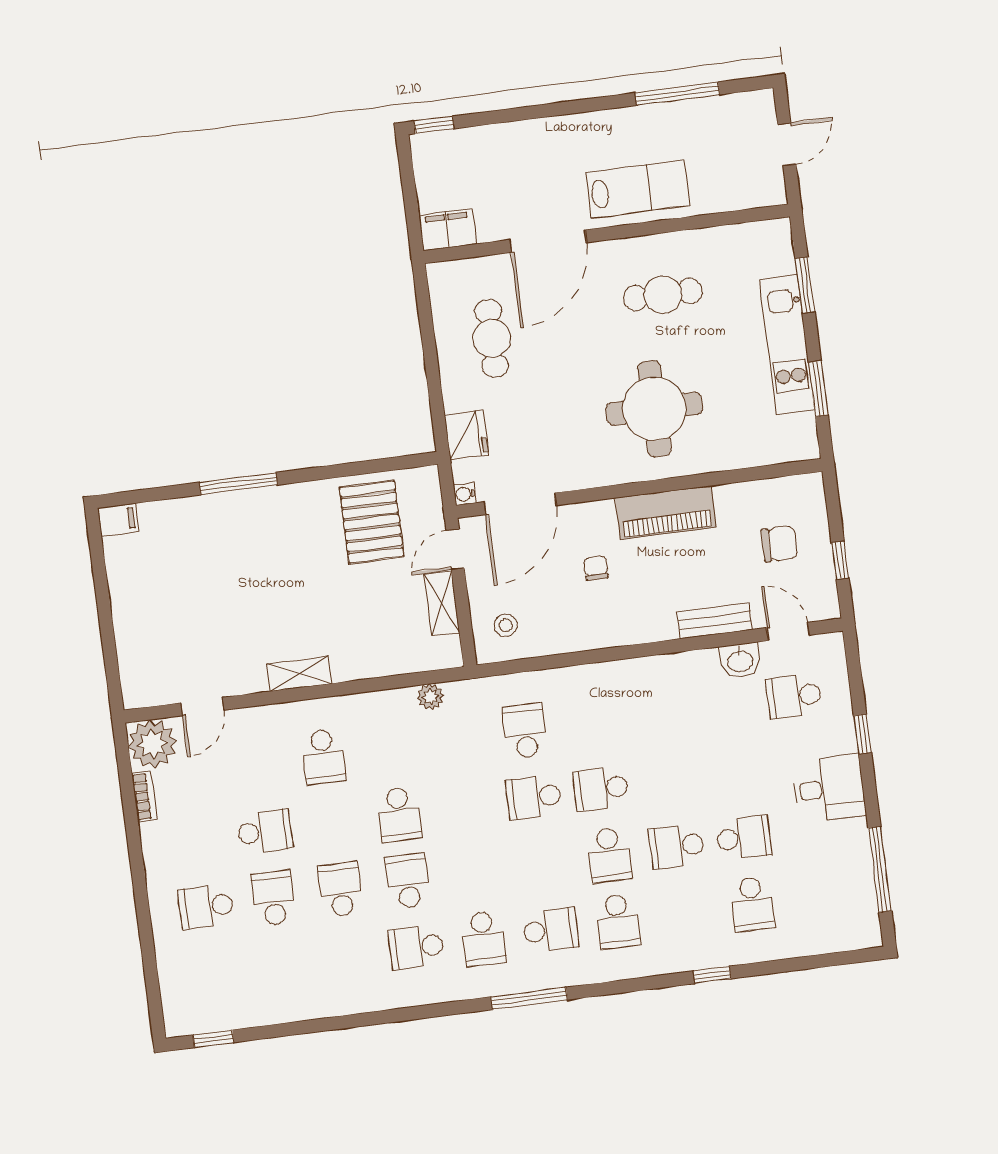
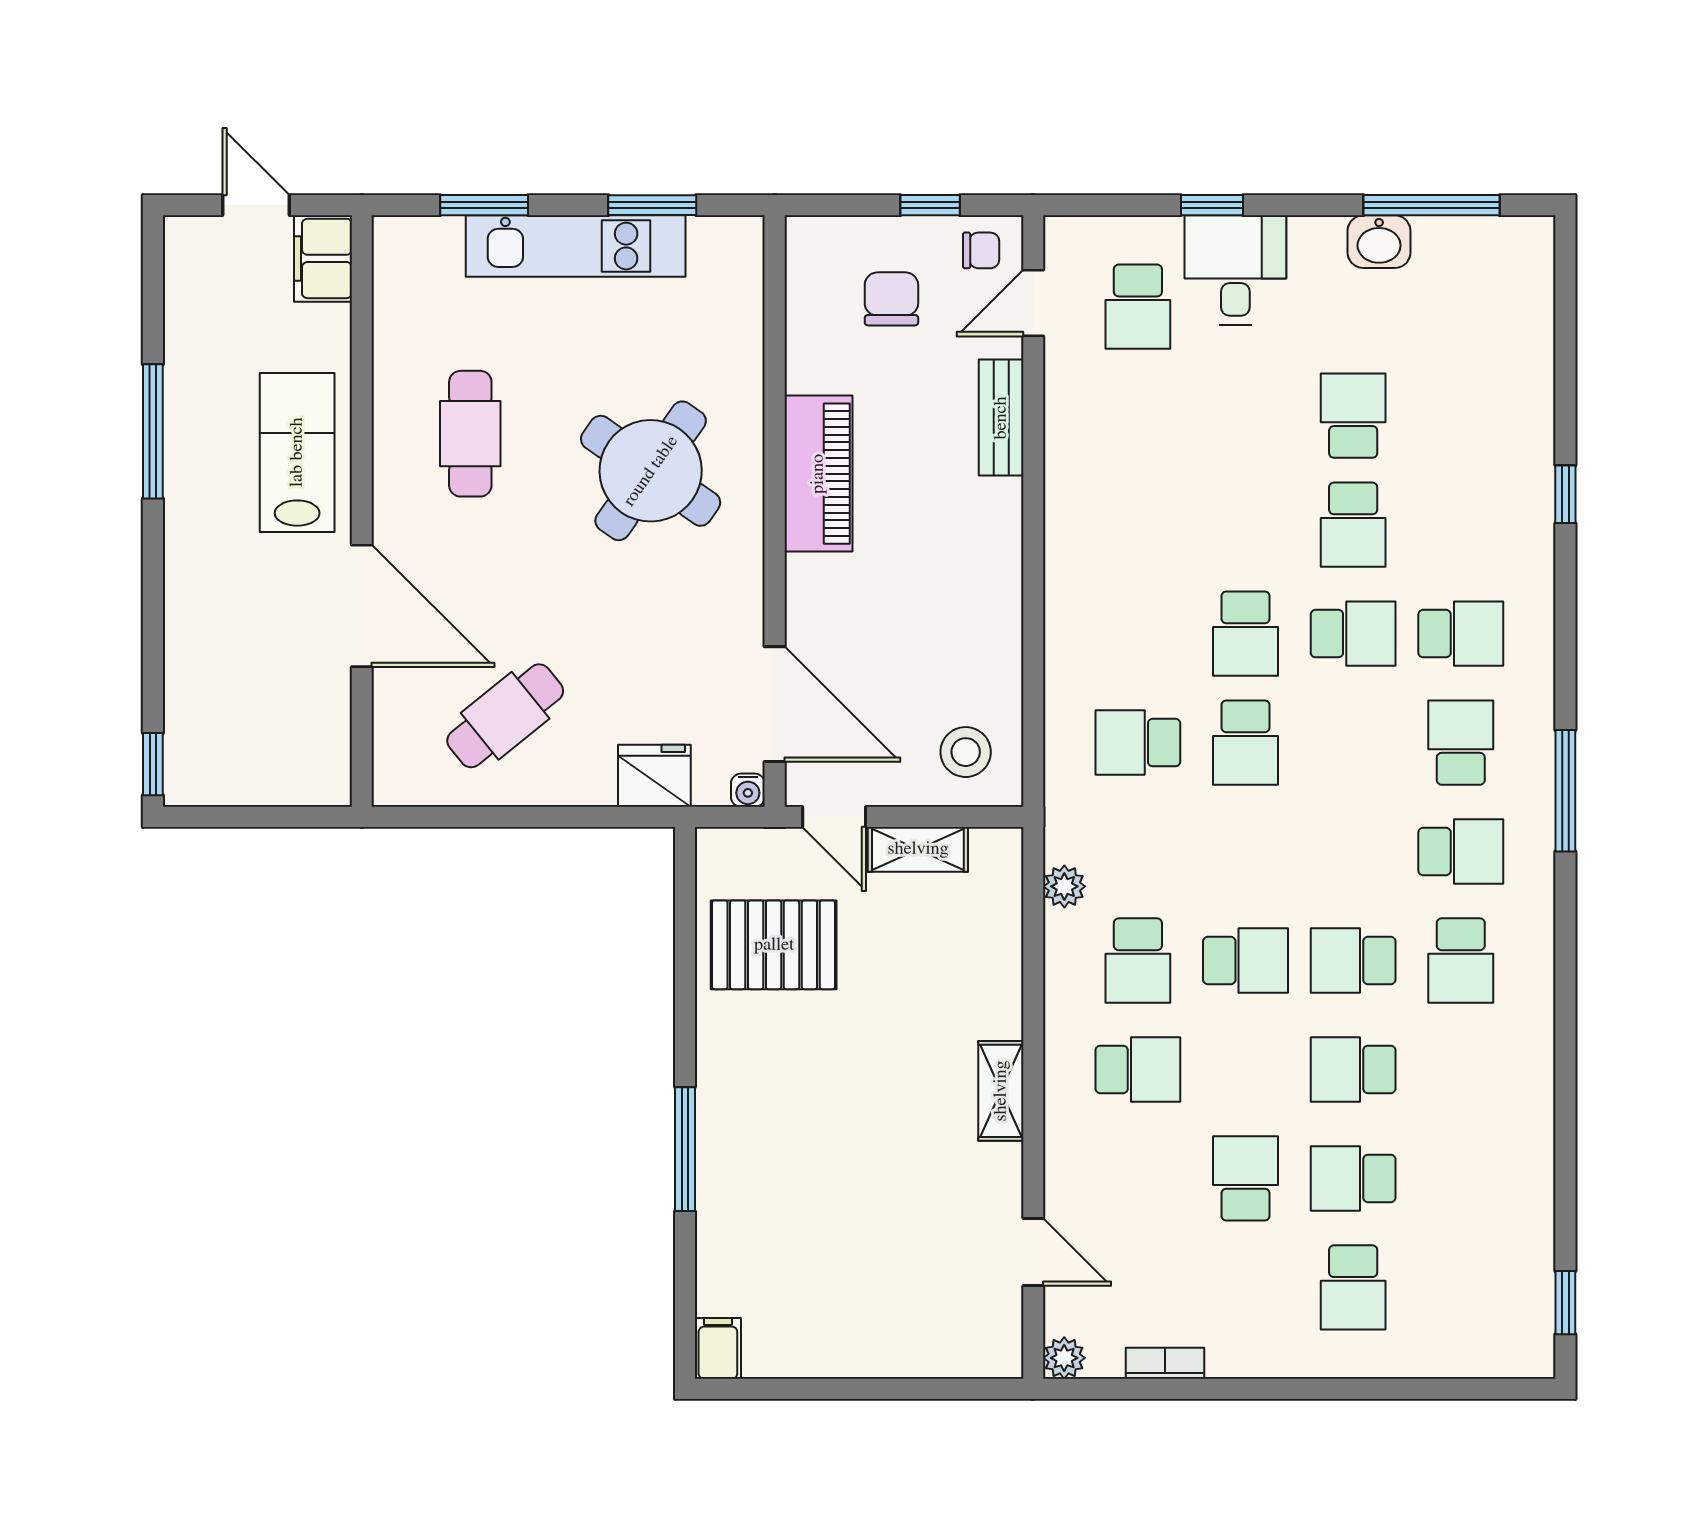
window: (677, 94) -> (153, 431), moved
filing cabinet: (448, 230) -> (323, 258), moved
cafe table: (492, 338) -> (505, 716), turned -39
round table: (654, 409) -> (651, 471), turned 35
chair: (596, 568) -> (981, 250), moved, turned 180
stool: (506, 625) -> (966, 752), width x1.37, depth x1.37
washbasin: (740, 661) -> (1379, 242), moved, turned 90
plant: (152, 744) -> (1064, 1358), width x0.53, depth x0.53
desk: (829, 788) -> (1235, 270), moved
school desk: (752, 904) -> (1138, 960), moved, turned 90

